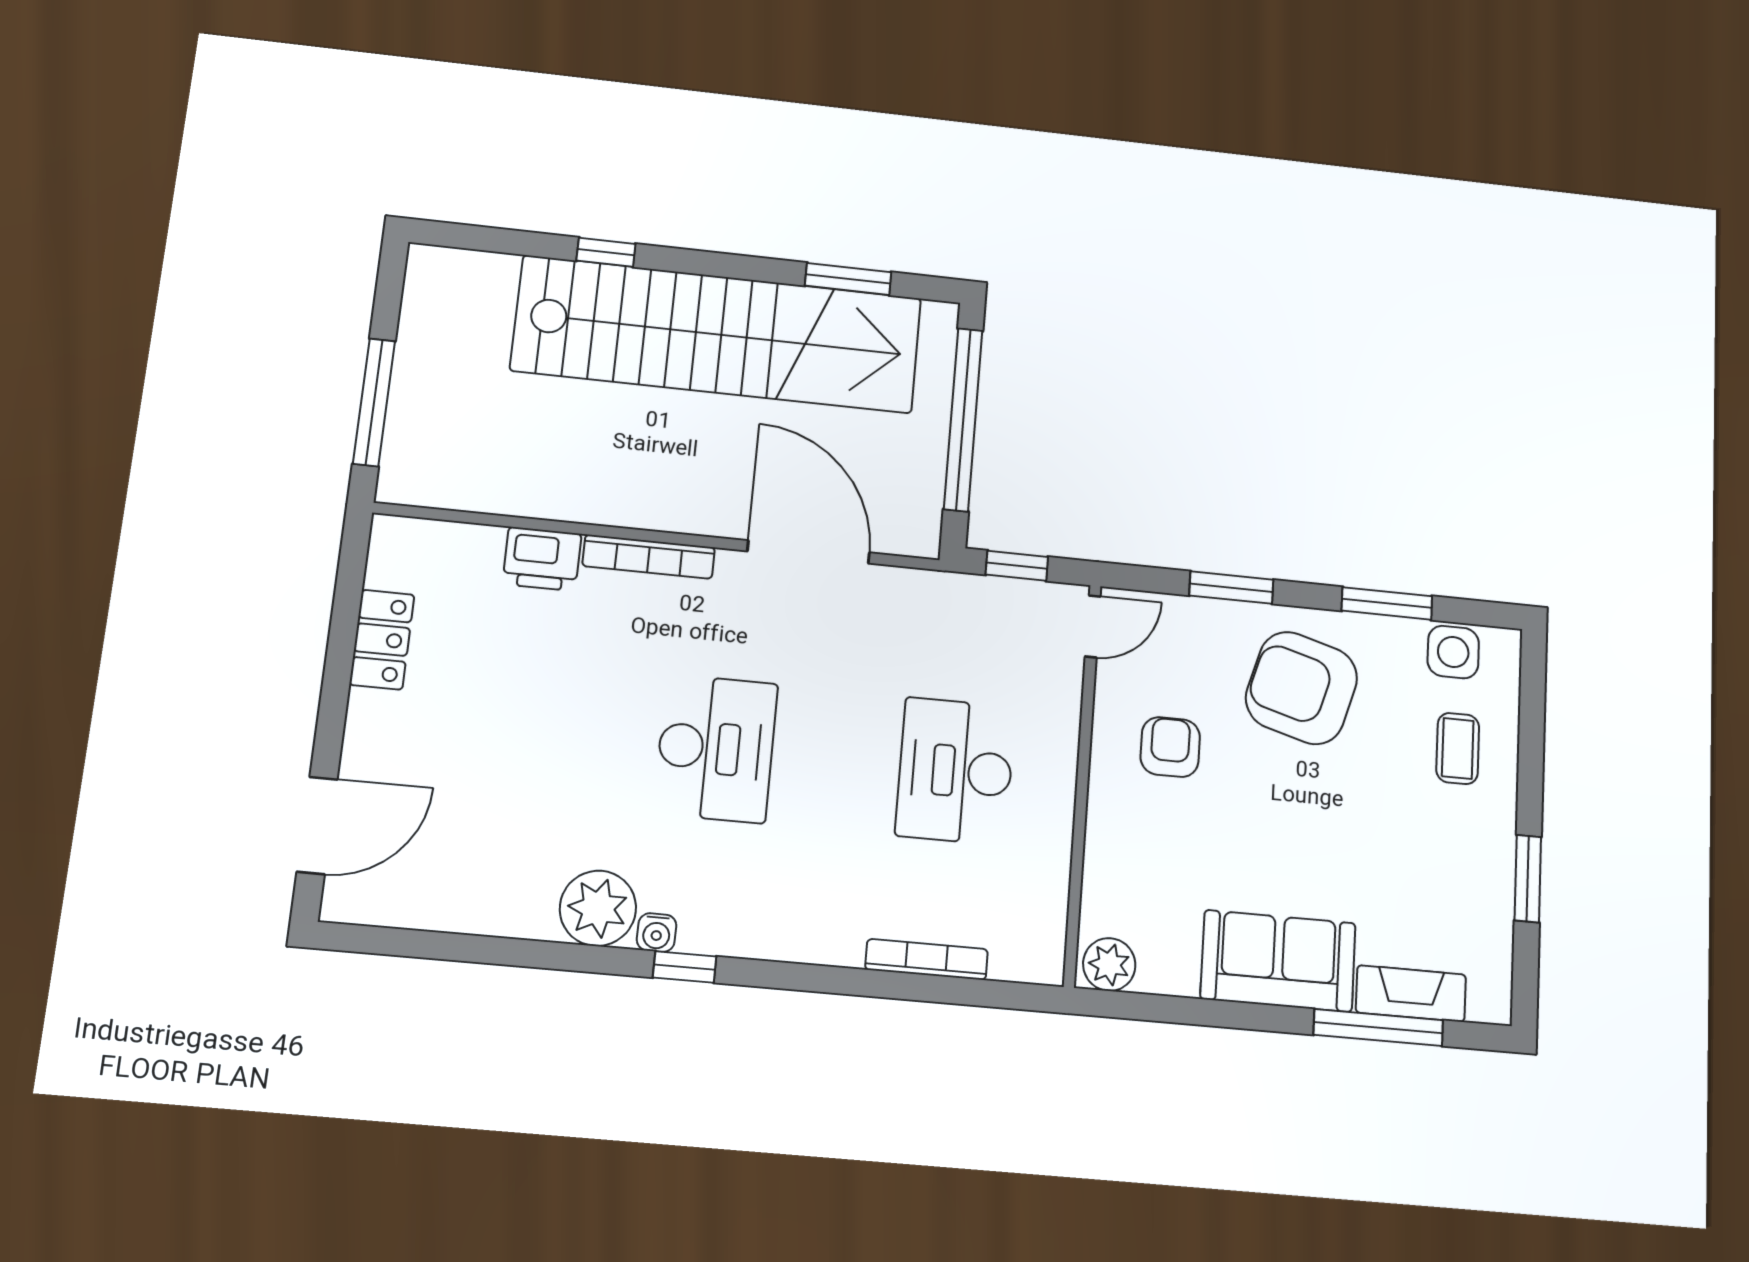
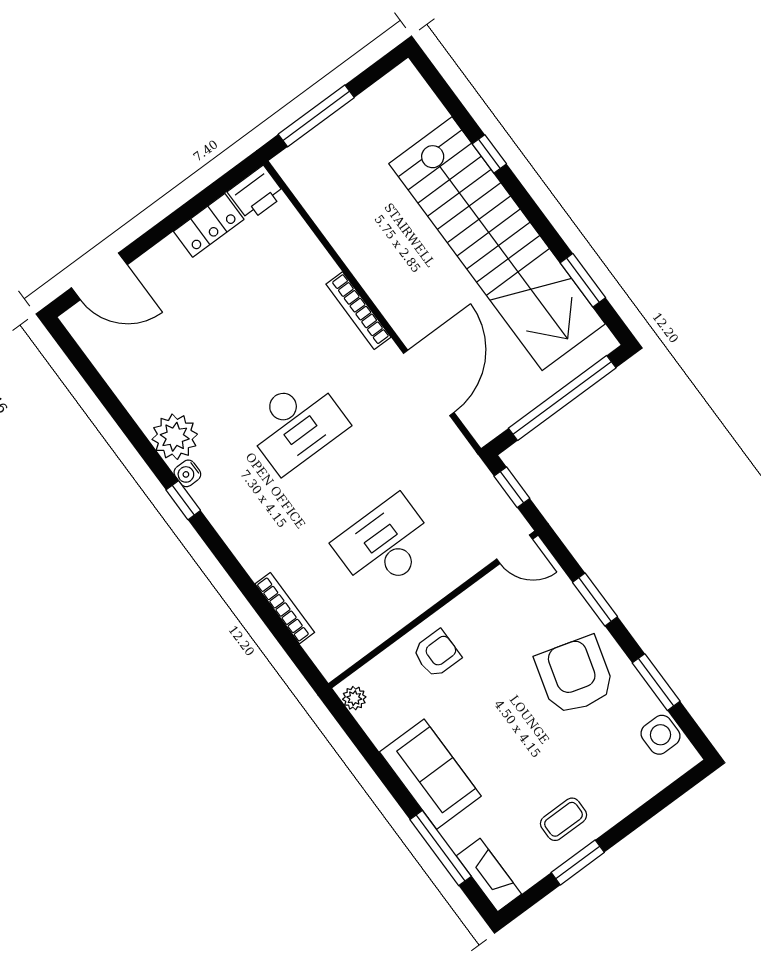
printer: (542, 559) -> (256, 193), moved, turned -90
armchair: (1170, 747) -> (437, 654), moved
coffee table: (1458, 749) -> (564, 819), moved
plant: (1109, 964) -> (354, 698), width x0.73, depth x0.73
fireplace: (1411, 993) -> (489, 875), moved

